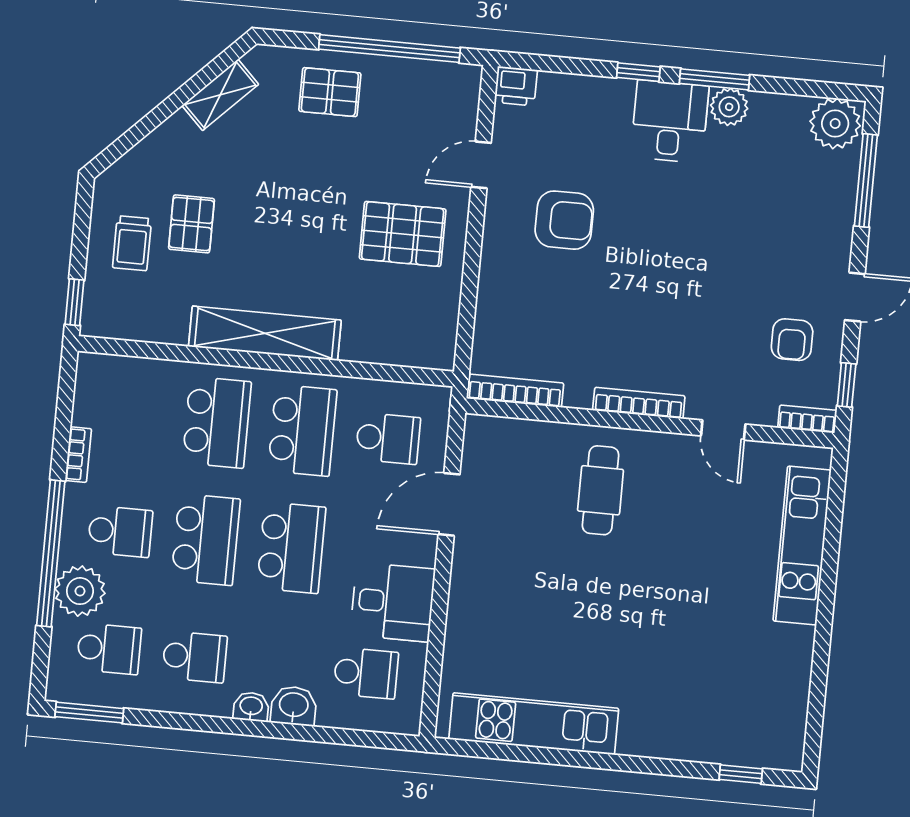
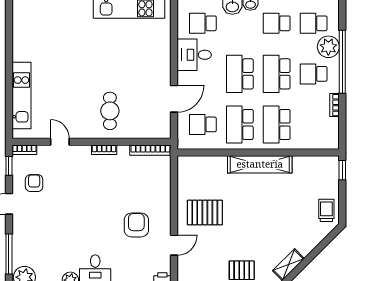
armchair: (564, 220) -> (136, 225), turned 90
pallet: (192, 224) -> (296, 208), removed
trolley: (132, 243) -> (326, 210), moved
bookcase: (639, 403) -> (104, 150), width x0.64

